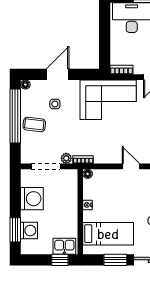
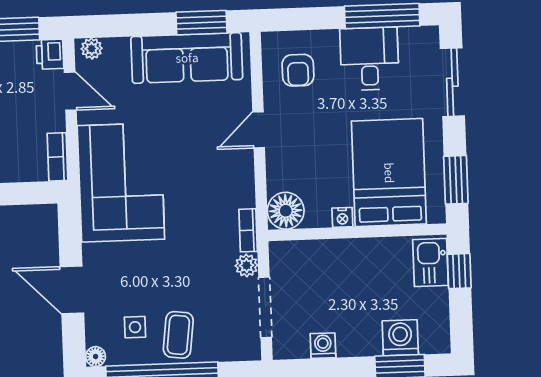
side table: (55, 104) -> (135, 327), moved
floor lamp: (88, 174) -> (286, 211), width x1.89, depth x1.89
washing machine: (32, 199) -> (323, 346), width x0.53, depth x0.53
bed: (108, 234) -> (389, 173), width x1.50
window: (115, 260) -> (456, 180), moved

